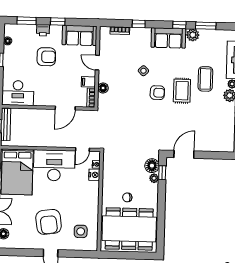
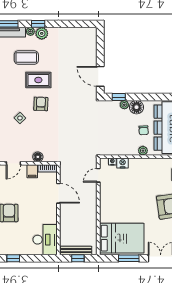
door: (82, 149) -> (98, 175), swing flipped
desk: (54, 165) -> (115, 202), removed
floor lamp: (152, 166) -> (137, 107), moved
plant: (106, 196) -> (143, 151), added

